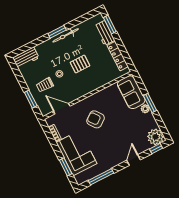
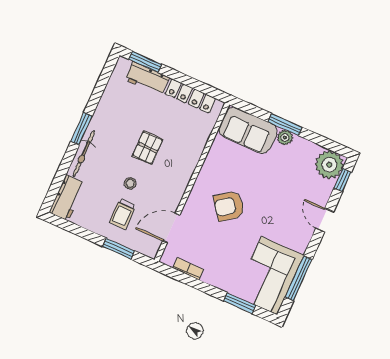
bicycle: (66, 35) -> (84, 154), moved
corner sofa: (76, 153) -> (269, 276), moved, turned -90

